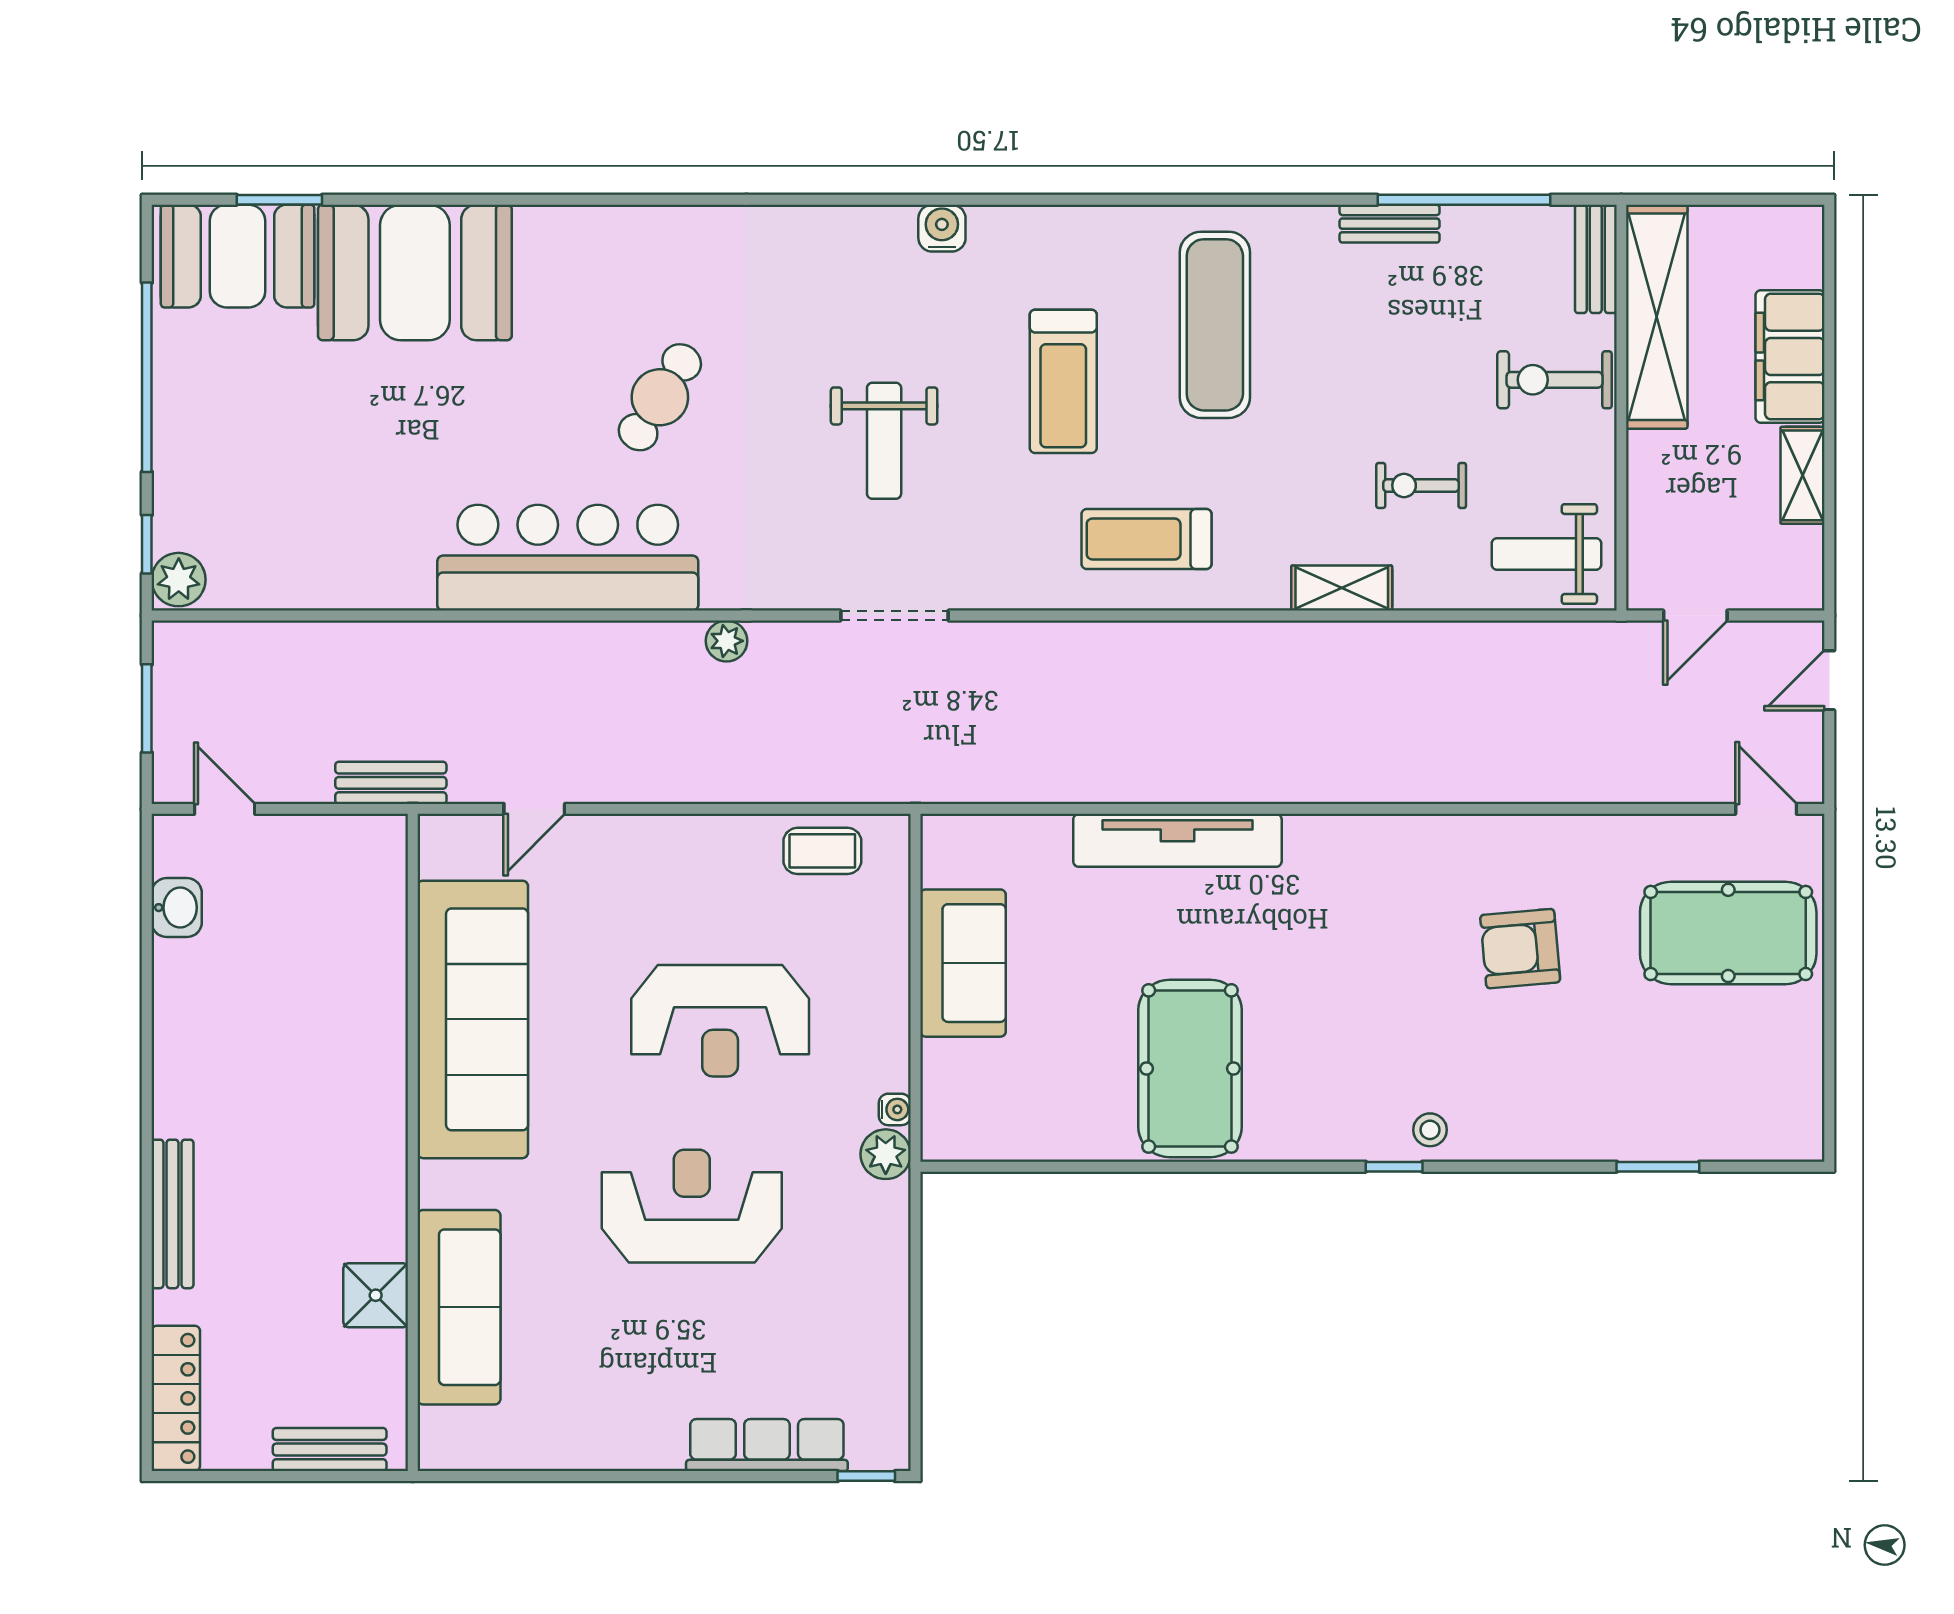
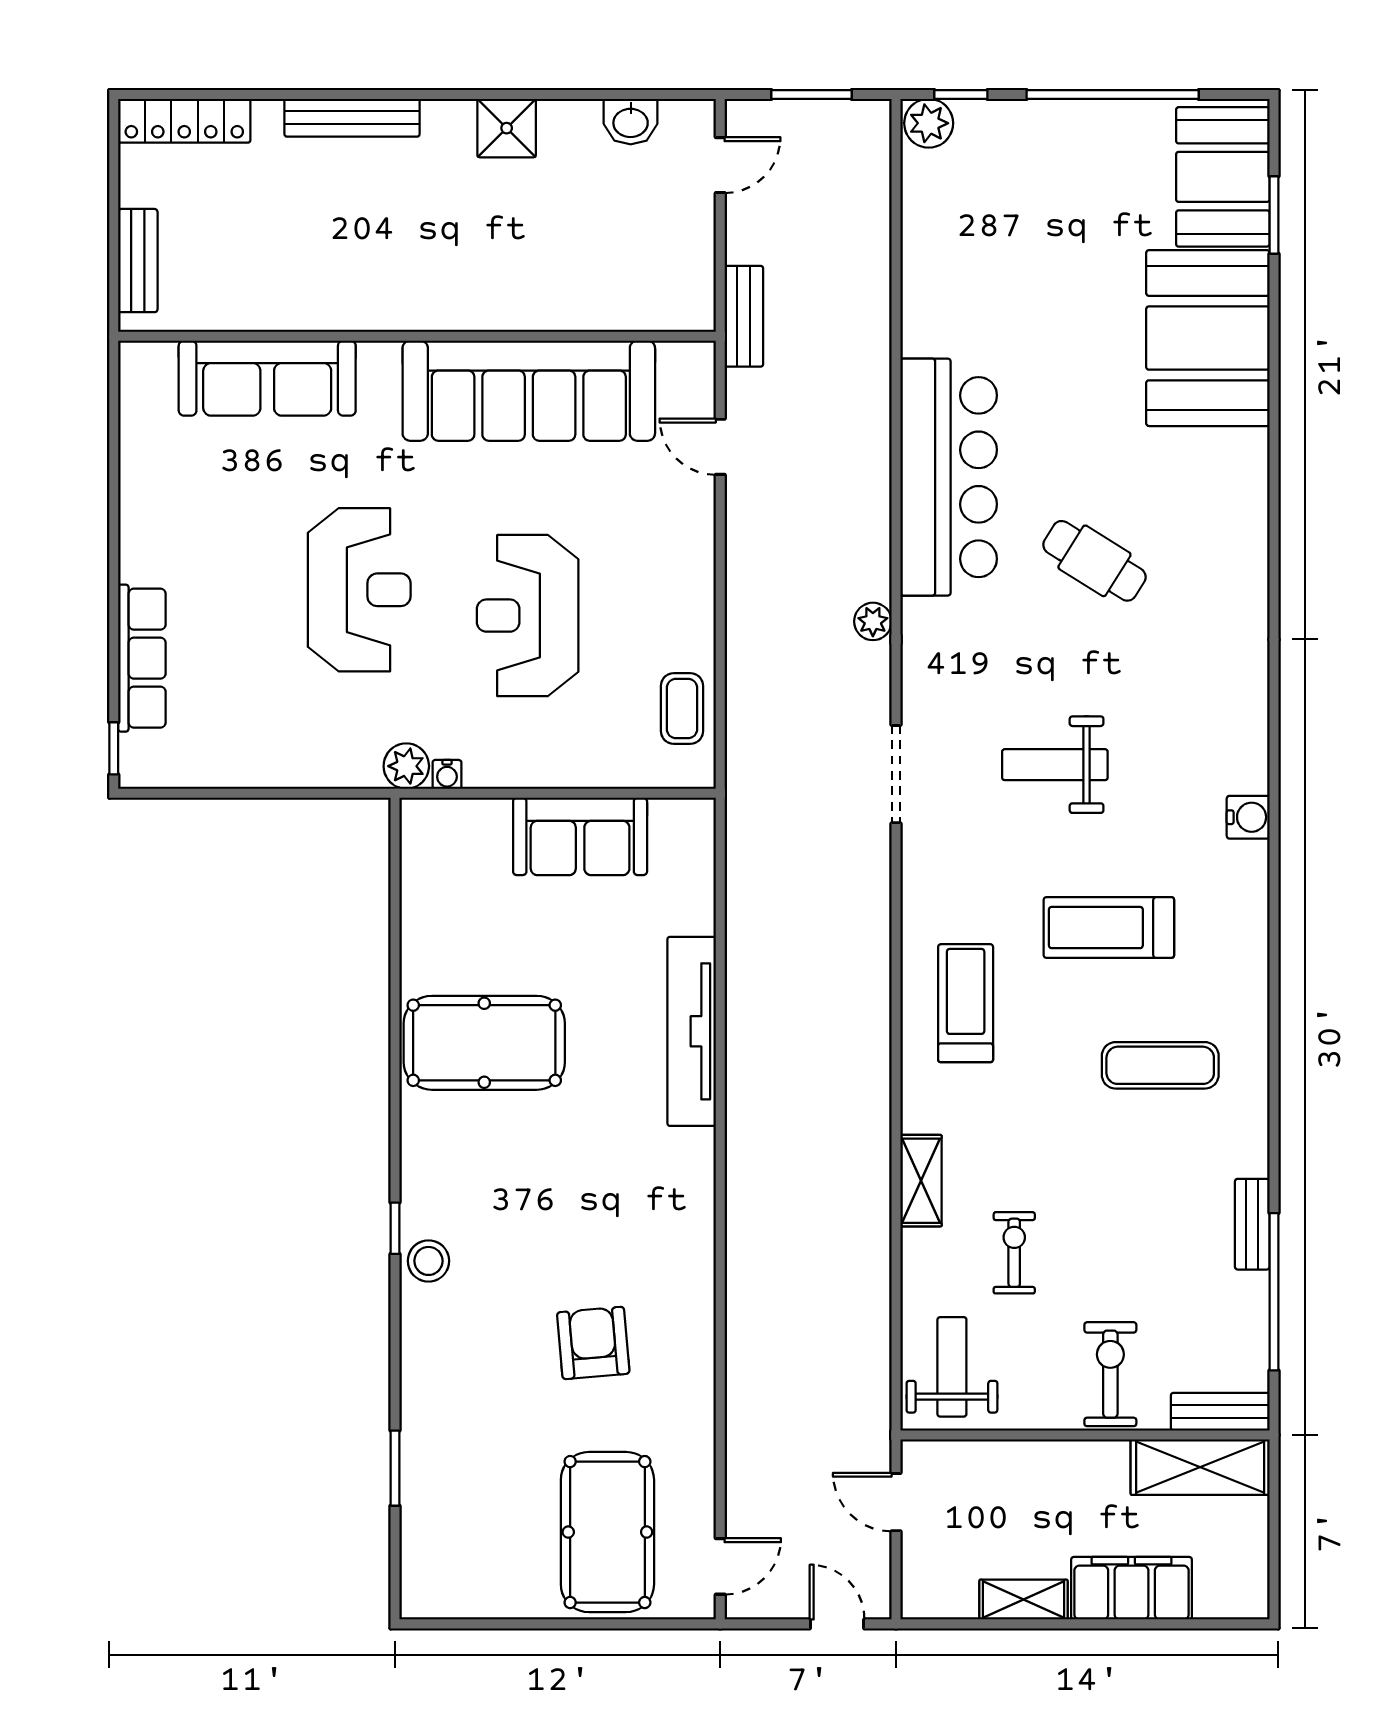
shelving: (1657, 317) -> (1200, 1467), width x0.68
exercise mat: (1215, 325) -> (1160, 1065), width x0.73, depth x0.69
stool: (1430, 1130) -> (428, 1261), width x1.37, depth x1.37
shower: (376, 1295) -> (507, 128), moved

